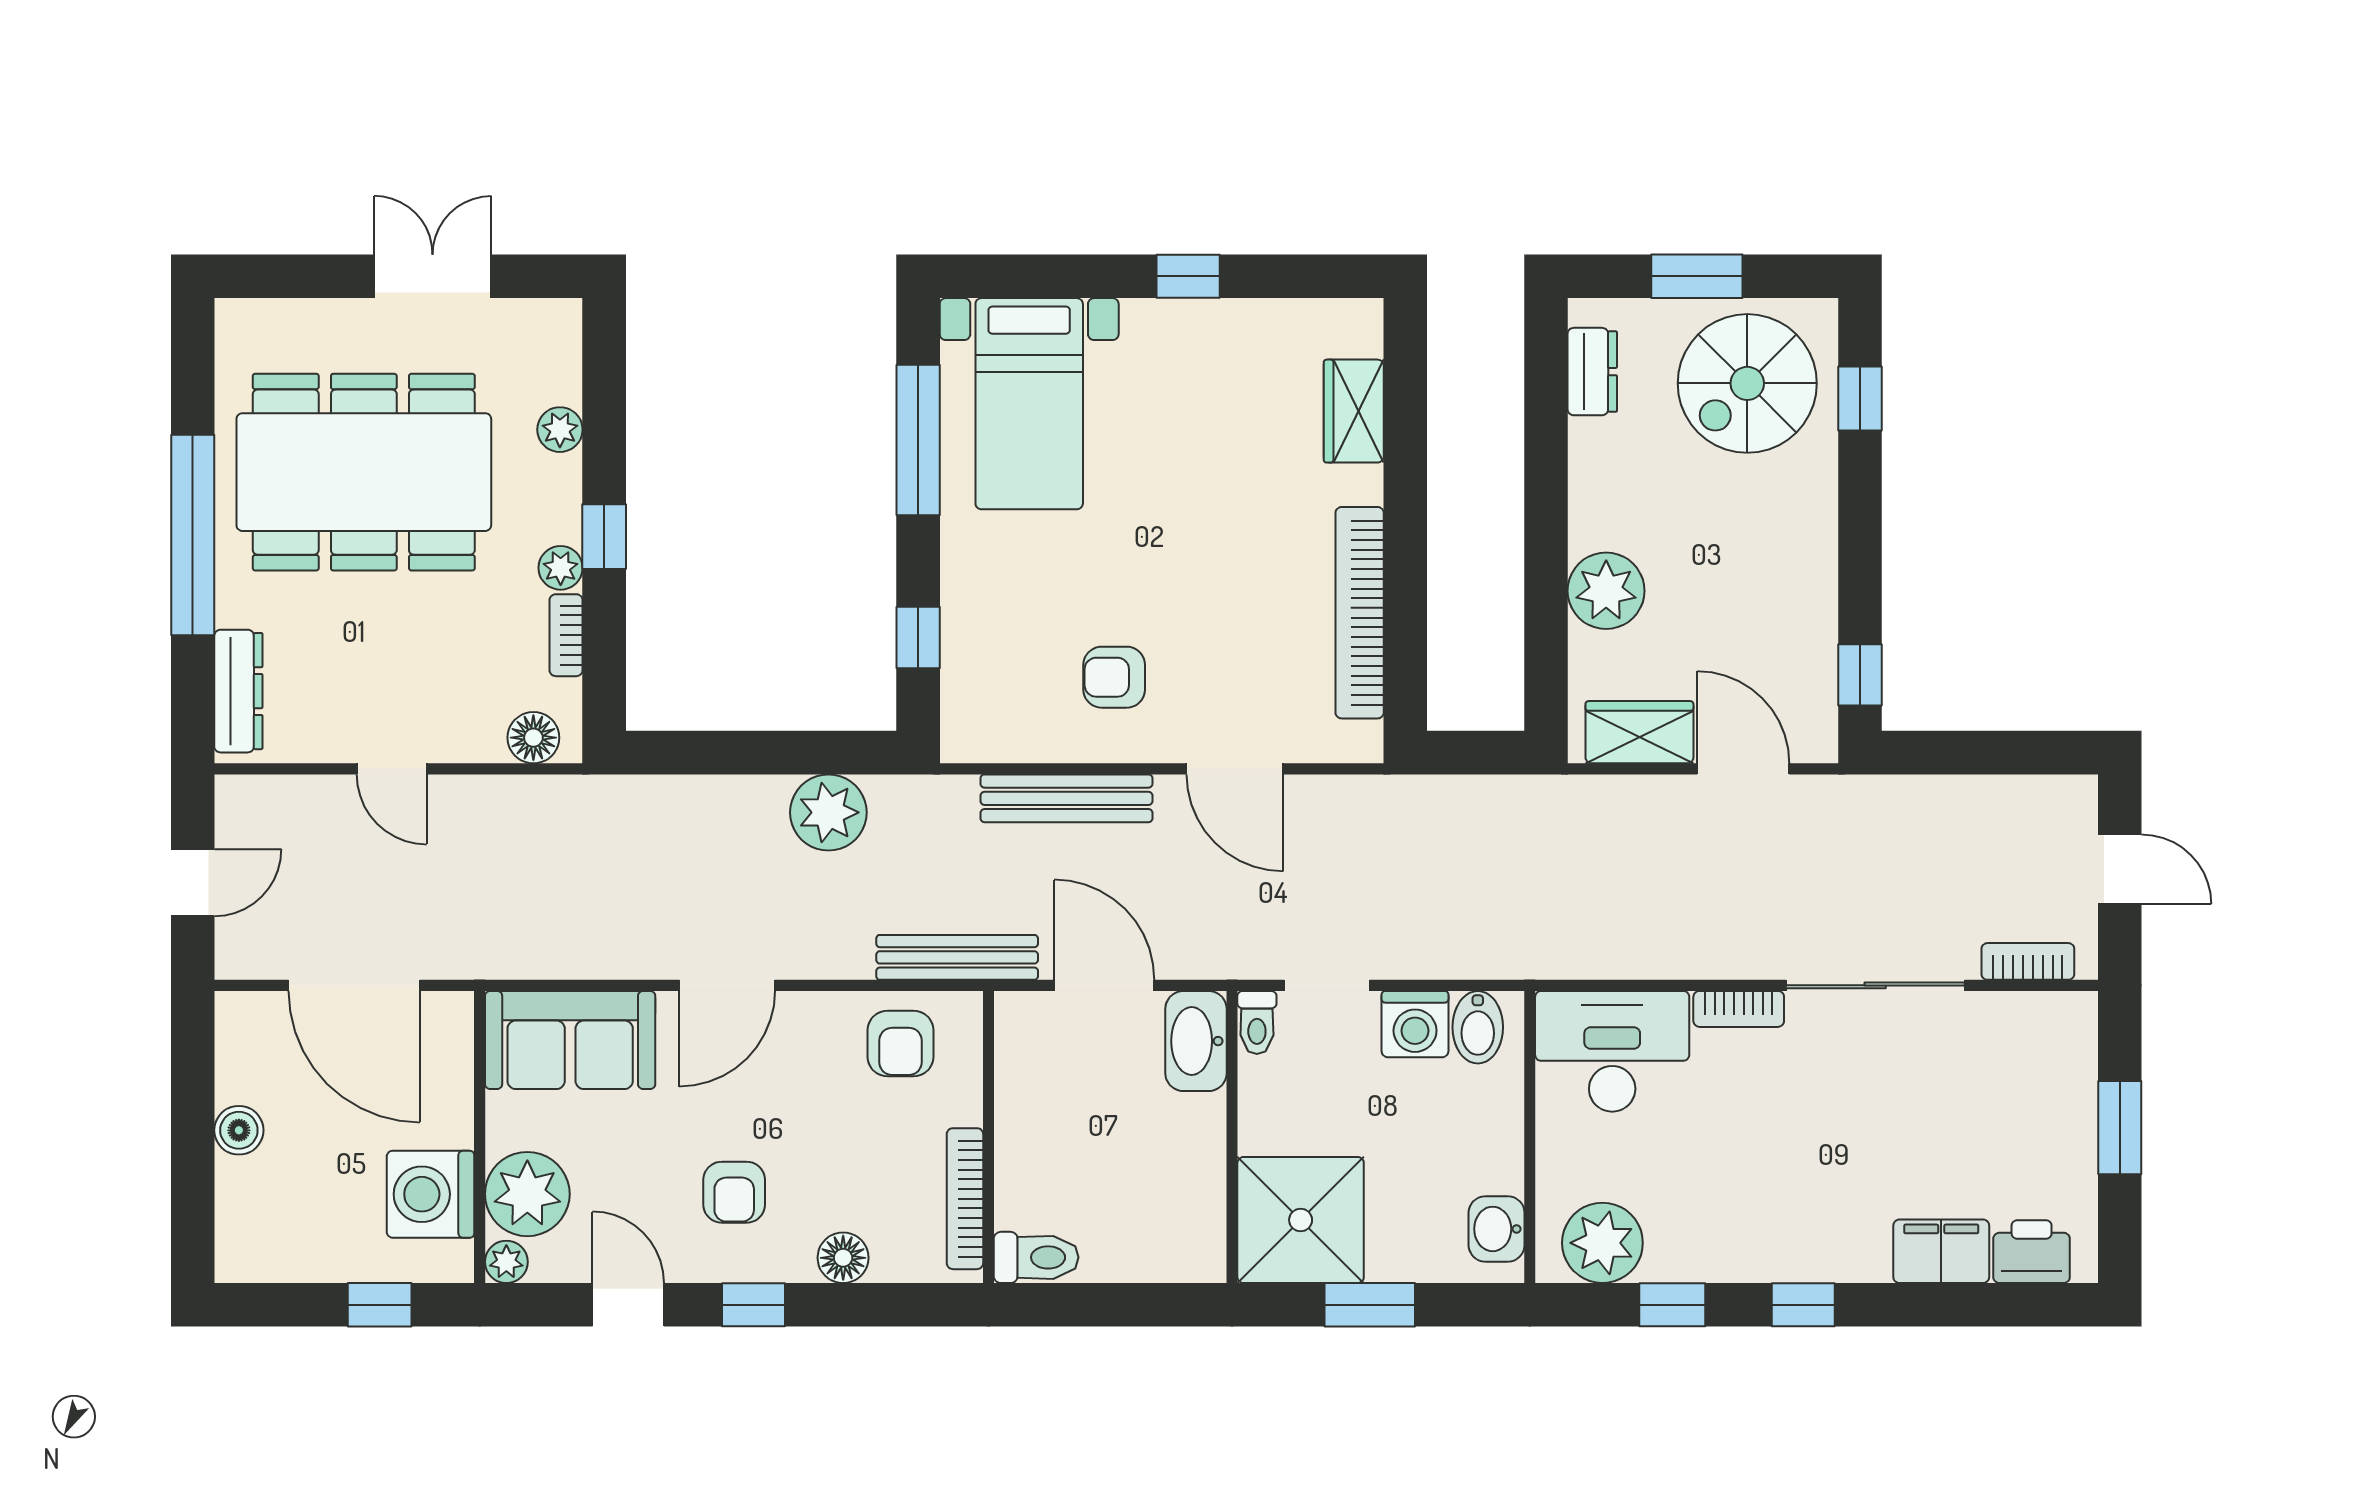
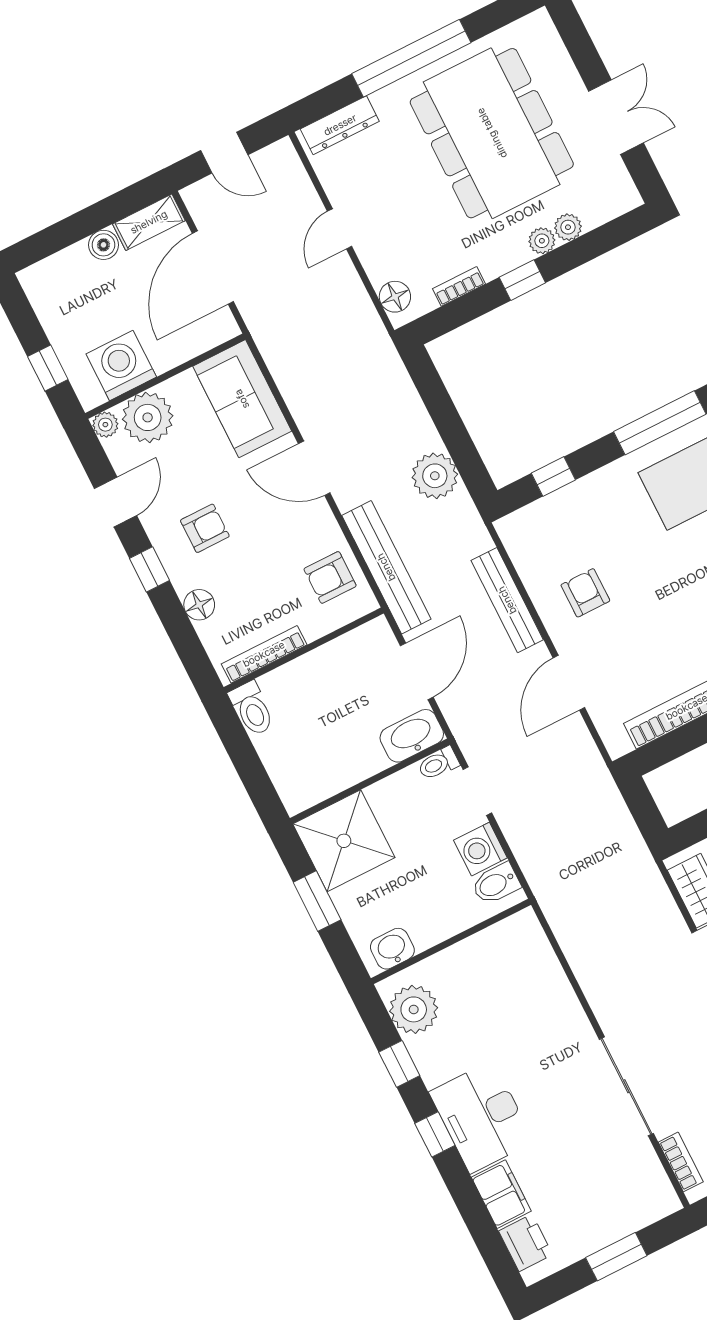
plant: (561, 568) -> (542, 241), moved
bench: (957, 957) -> (386, 567), width x1.37, depth x1.21
bookcase: (1739, 1009) -> (577, 1019), removed
shelving: (239, 1046) -> (149, 222), added
desk: (1612, 1051) -> (482, 1117), moved, turned 180
armchair: (734, 1192) -> (205, 528), turned 180

